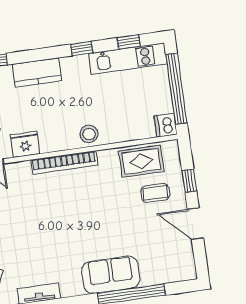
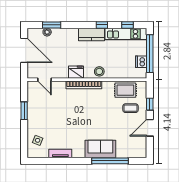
kitchen counter: (37, 72) -> (91, 34), moved
dishwasher: (166, 125) -> (141, 62), moved
fridge: (25, 144) -> (76, 72), moved
door: (195, 224) -> (150, 128), hinge flipped

